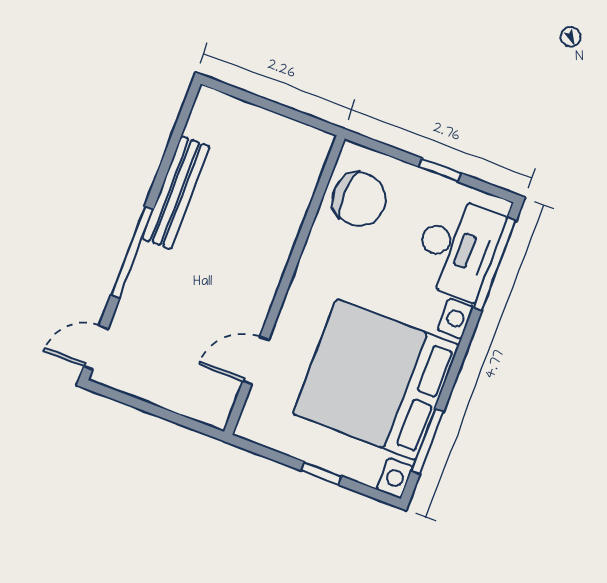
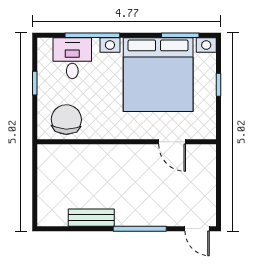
bench: (176, 193) -> (91, 218), width x0.73
desk: (457, 248) -> (72, 58), width x0.73
window: (495, 264) -> (92, 35), moved

